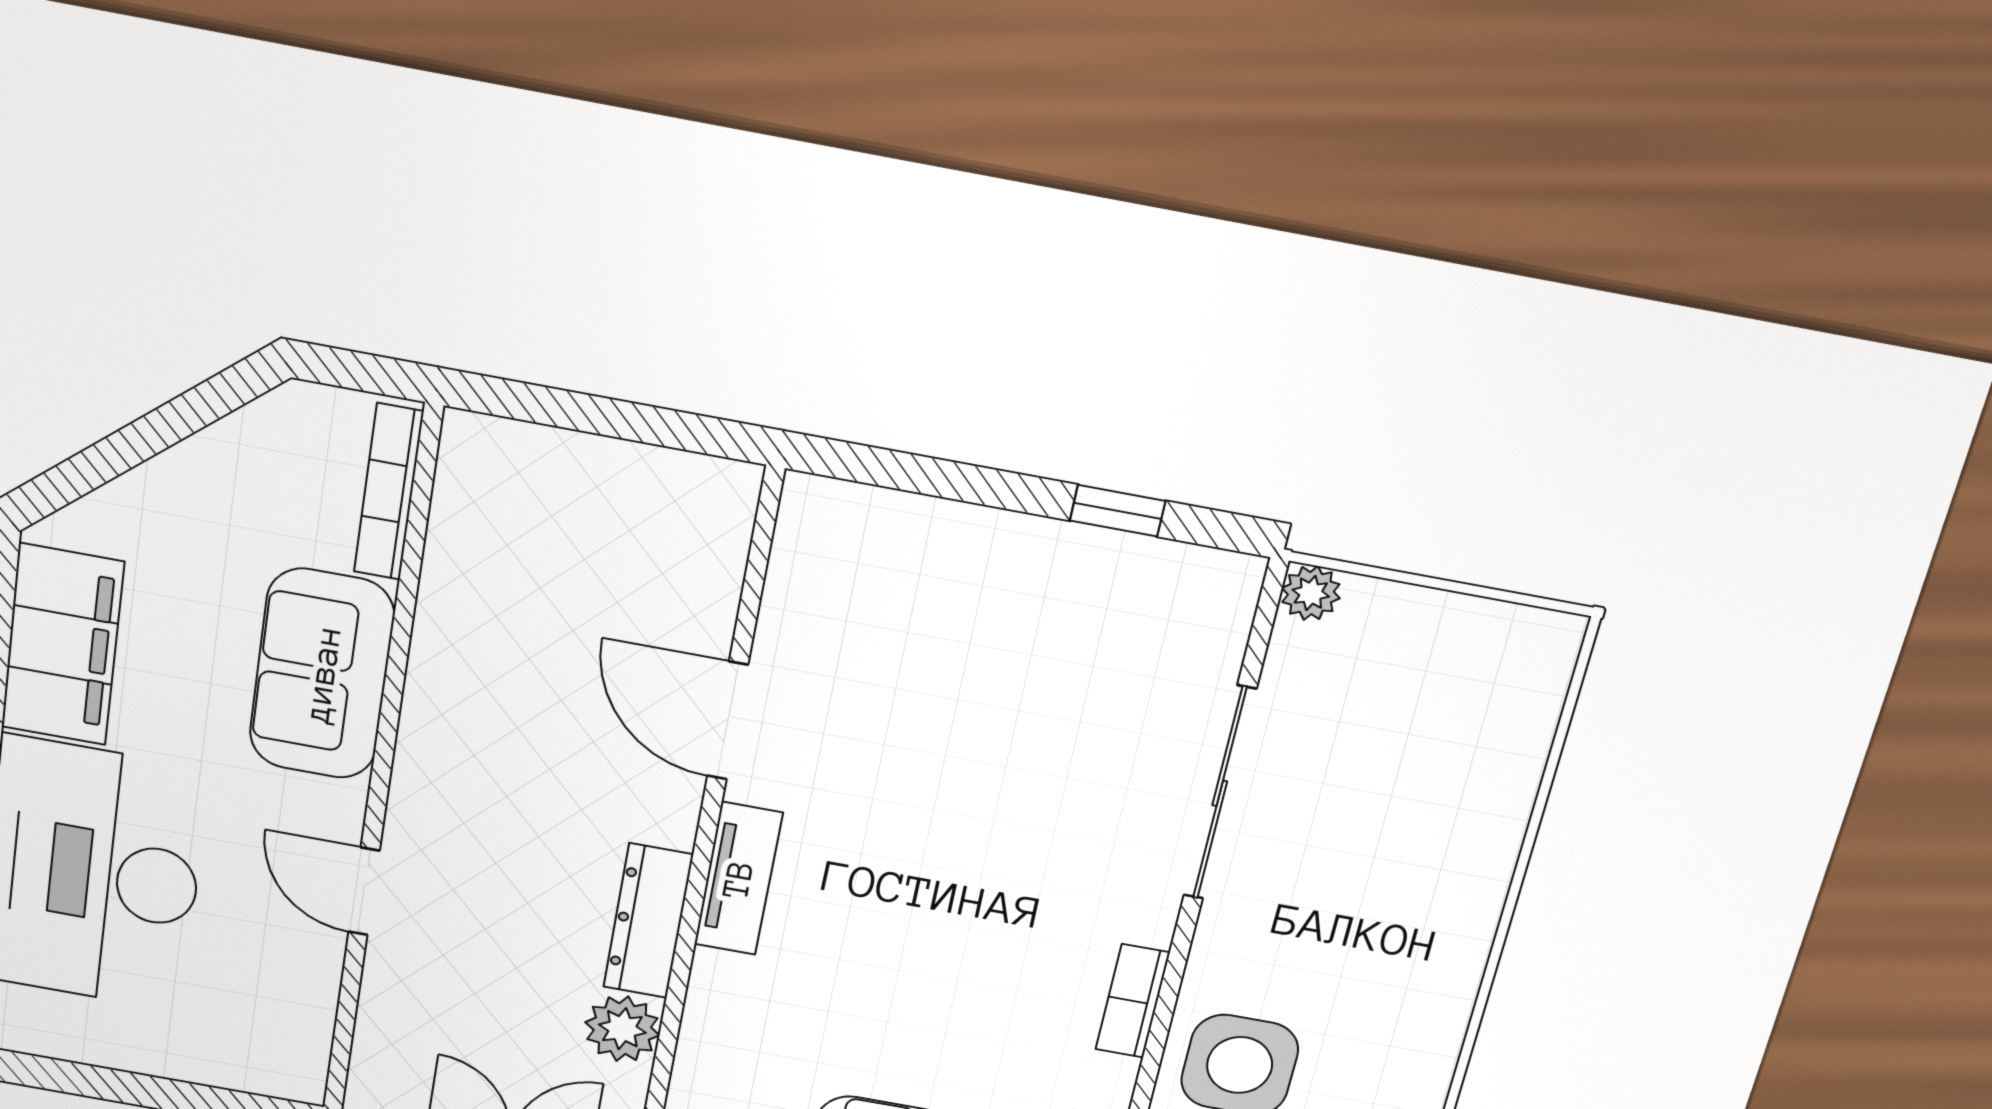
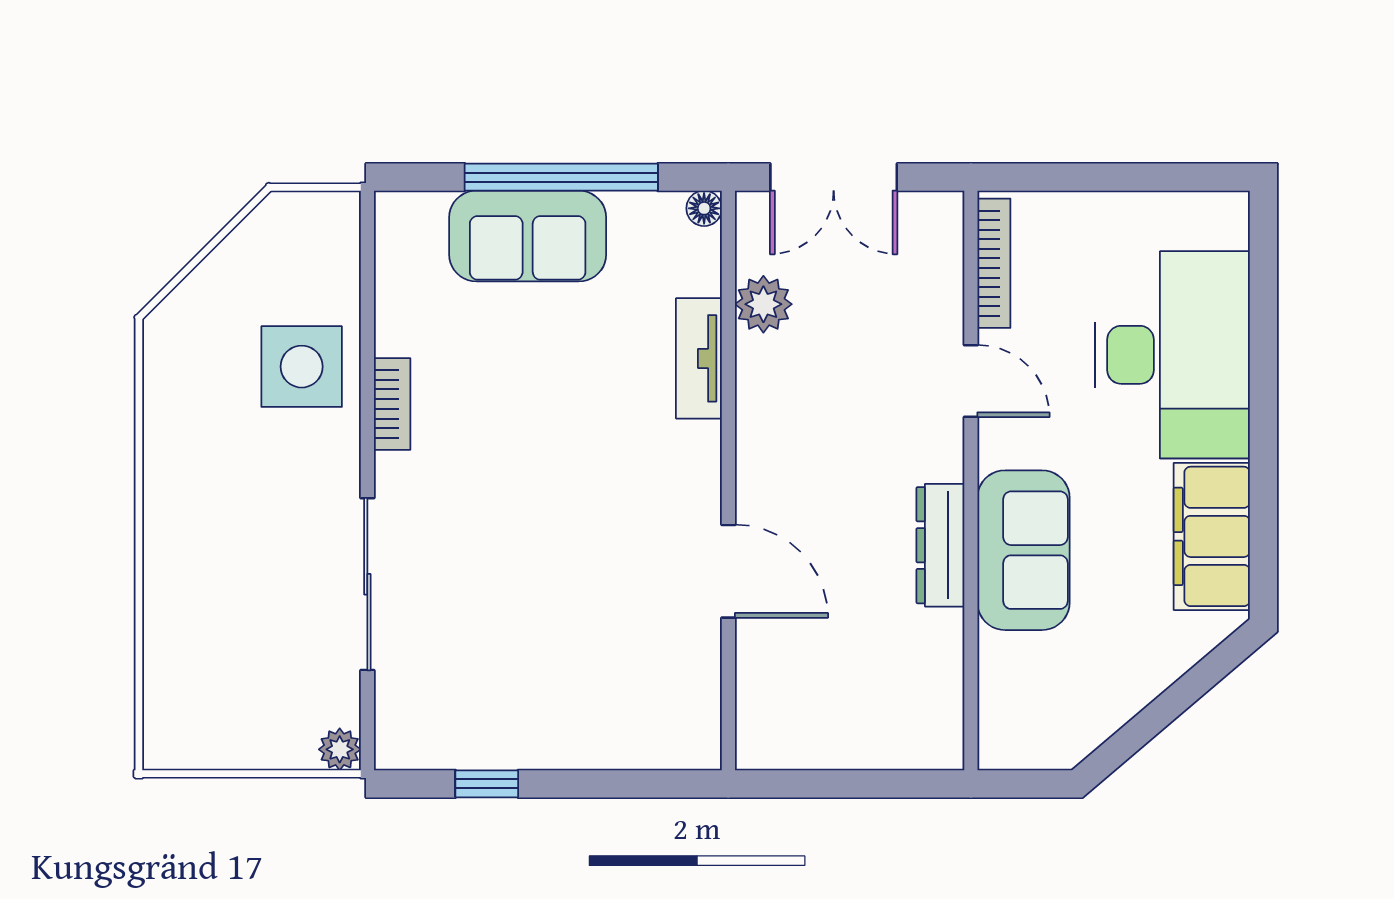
bookcase: (389, 492) -> (994, 263), moved
tv unit: (738, 879) -> (699, 358), moved
dresser: (648, 921) -> (940, 545), moved, turned 180

